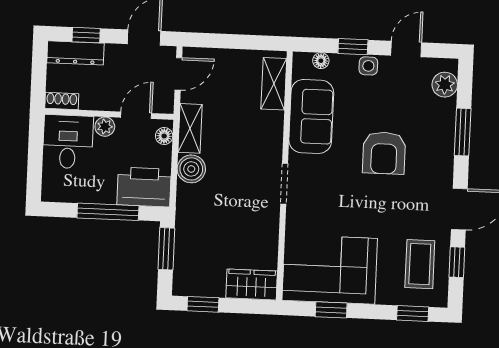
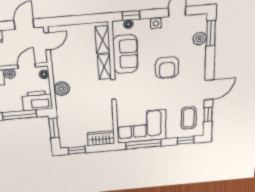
window: (353, 47) -> (131, 15), moved
plant: (445, 85) -> (200, 39), moved
shelving: (190, 128) -> (104, 67), moved
window: (463, 132) -> (211, 33), moved
window: (331, 310) -> (144, 144), width x2.17

